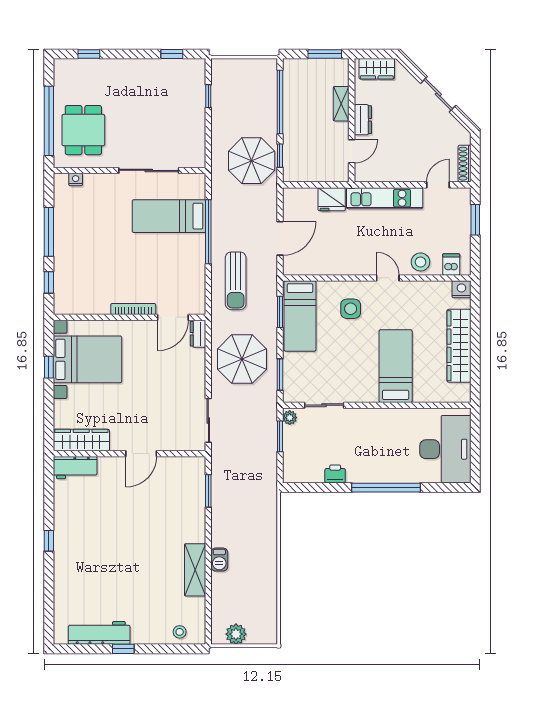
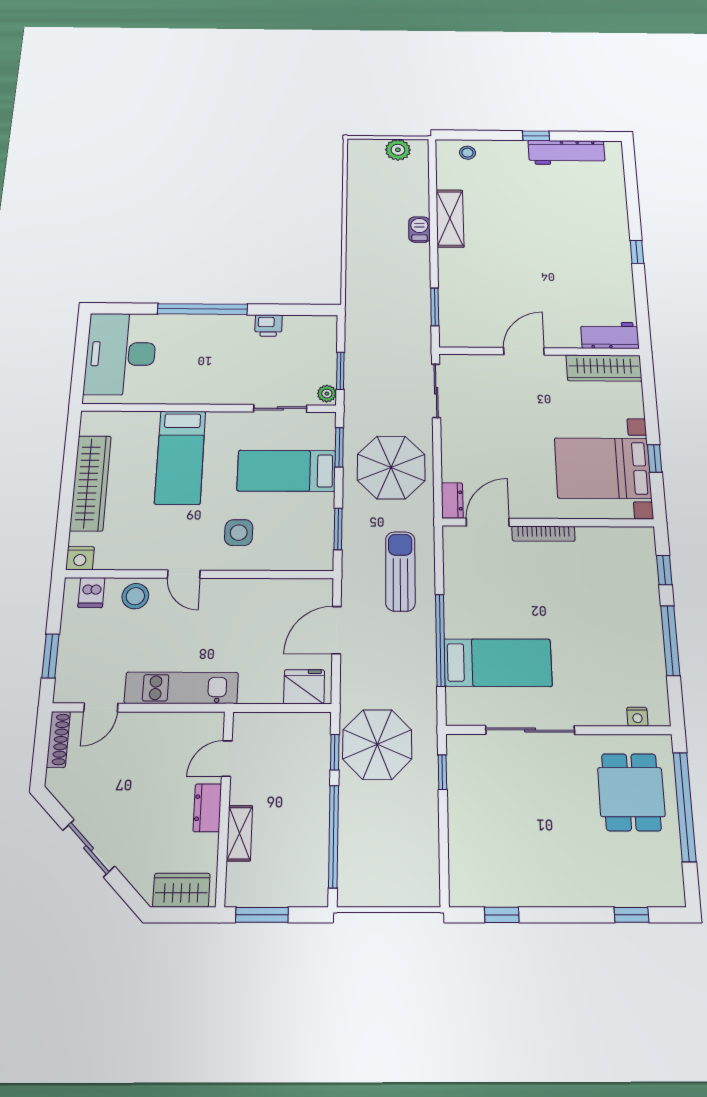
window: (208, 96) -> (442, 772), moved
fridge: (332, 199) -> (304, 687), moved
bed: (300, 316) -> (287, 471), moved, turned -90

